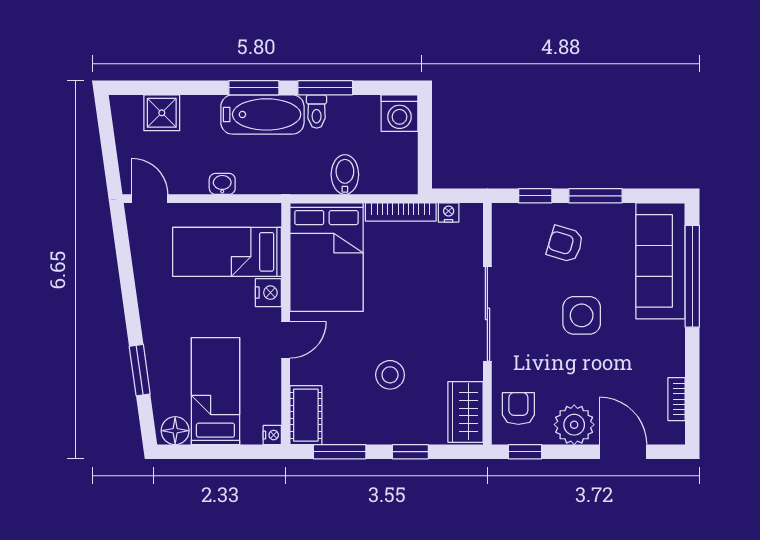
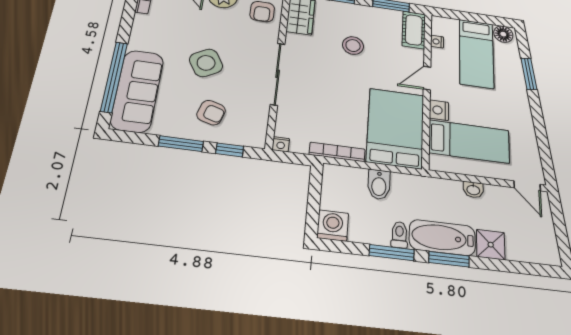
shower: (162, 113) -> (491, 245), moved
nightstand: (449, 213) -> (281, 144), moved
side table: (582, 315) -> (206, 63), turned -30
nightstand: (272, 435) -> (437, 42), moved

